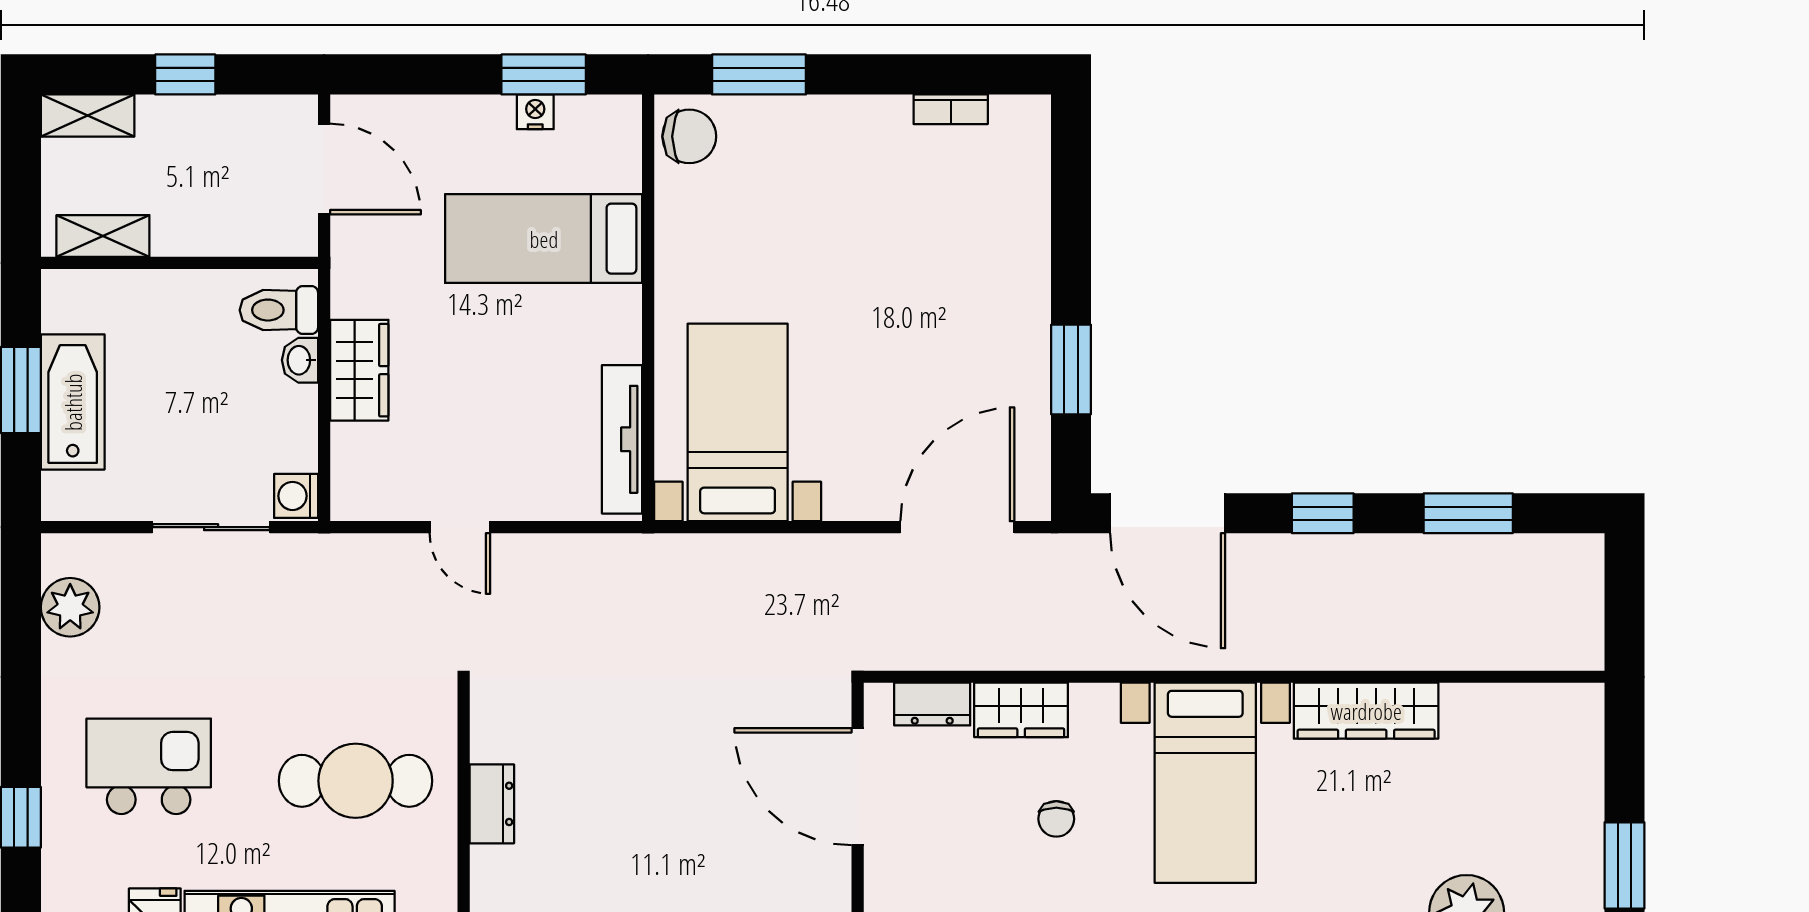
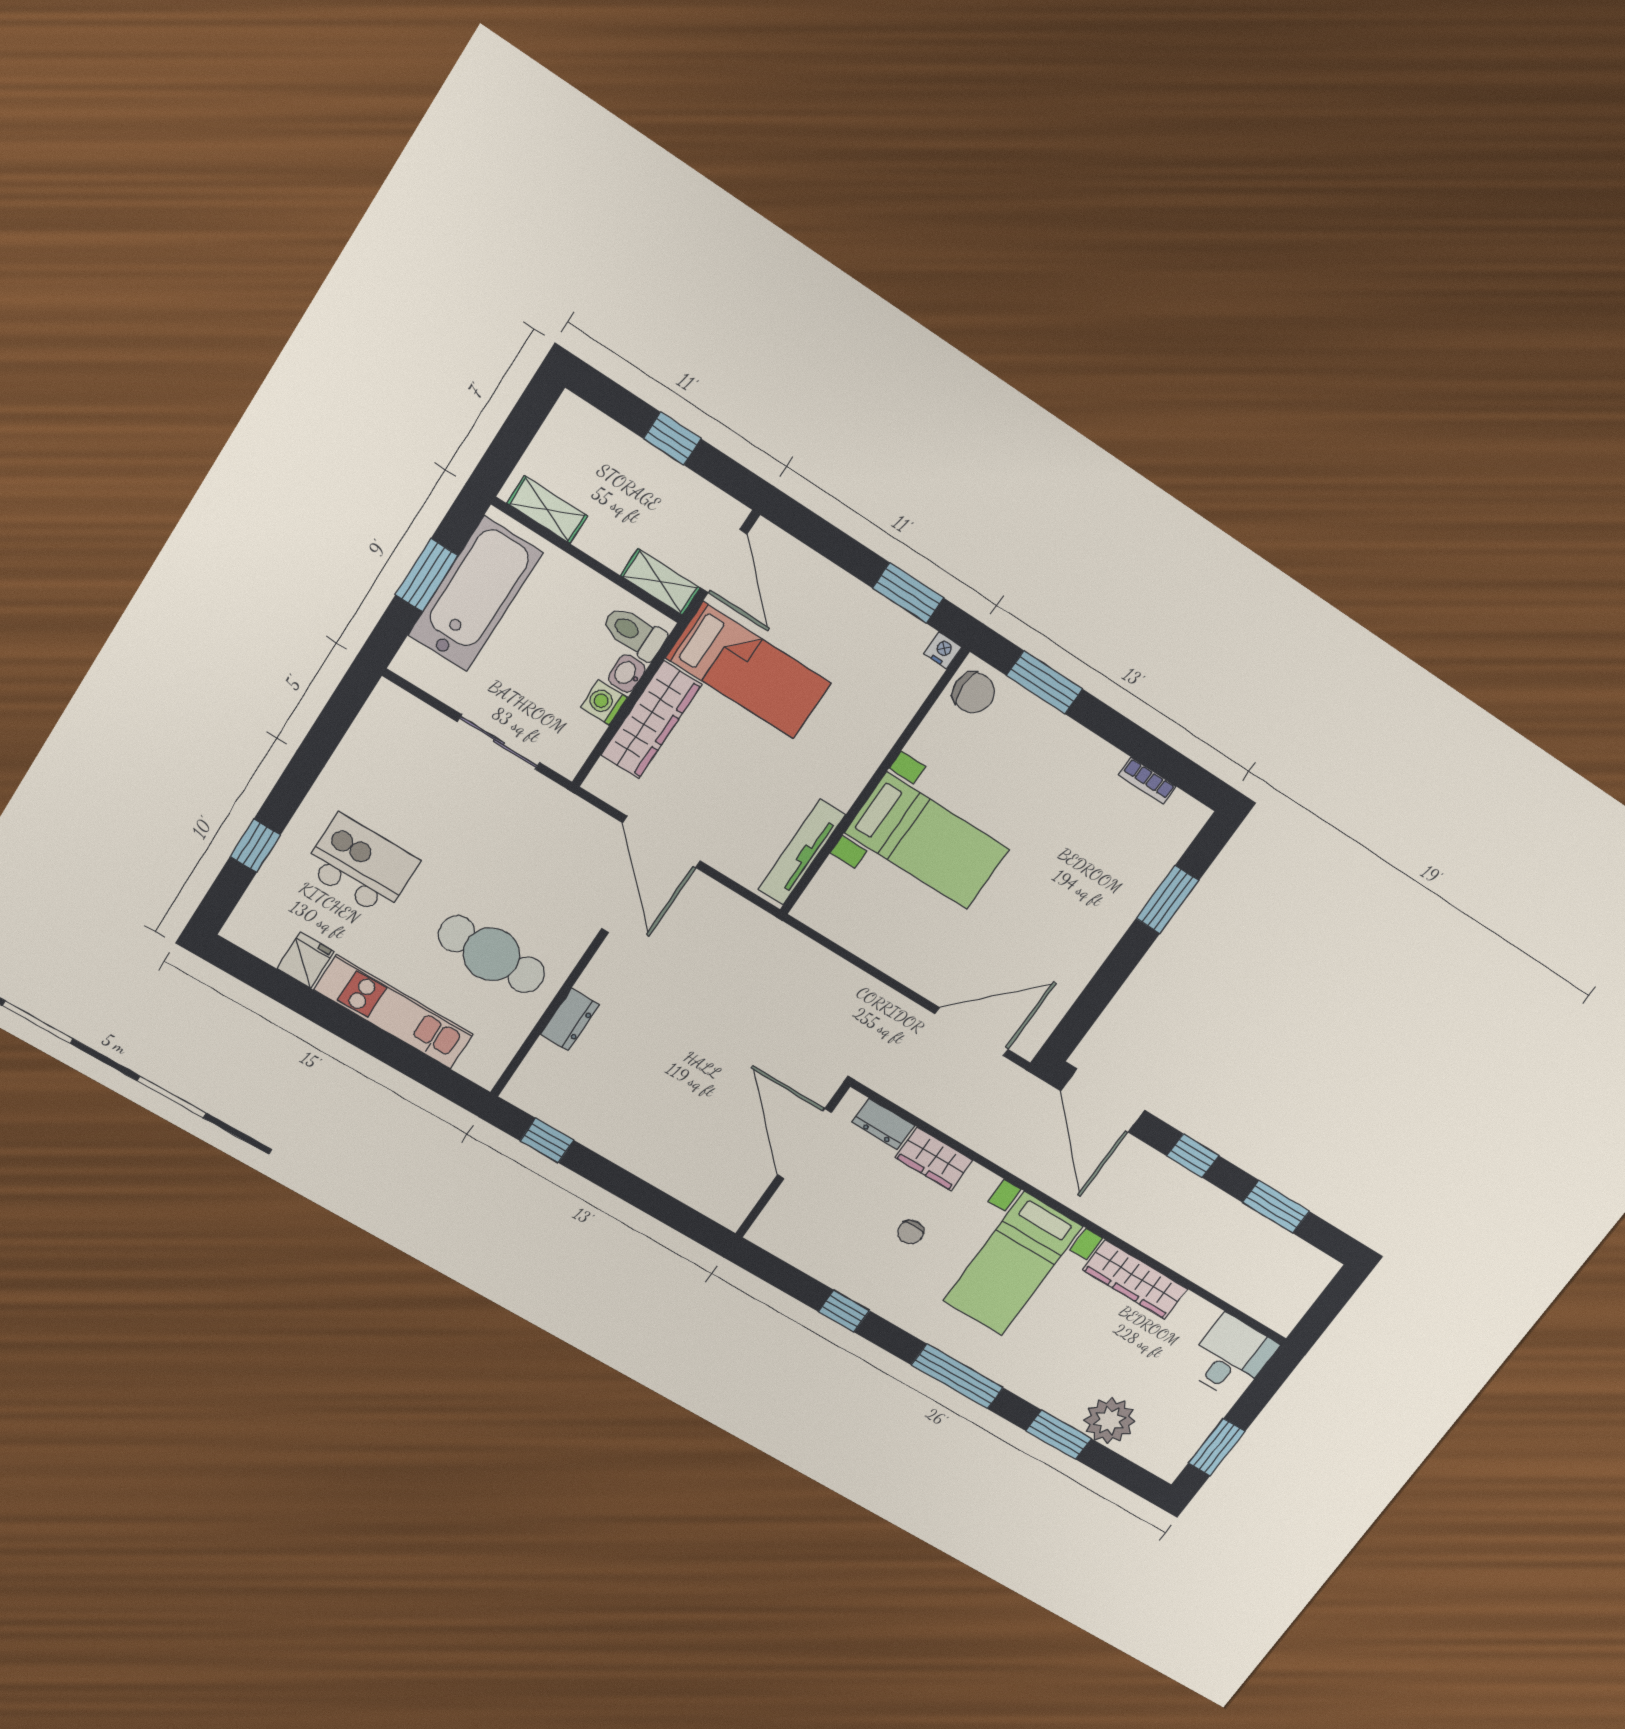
nightstand: (535, 112) -> (943, 650), moved
shelving: (88, 115) -> (660, 582), moved
bed: (544, 239) -> (749, 671), moved, turned 180
wardrobe: (359, 370) -> (651, 720), width x1.50
window: (1071, 370) -> (1167, 900), moved
bathtub: (73, 402) -> (475, 594), width x1.36, depth x1.36
bed with nightstands: (738, 422) -> (927, 841), moved, turned 90
washing machine: (296, 496) -> (604, 702), moved
door: (460, 527) -> (662, 842), width x1.88
plant: (70, 607) -> (372, 735), removed
desk: (1554, 737) -> (1230, 1357), added

